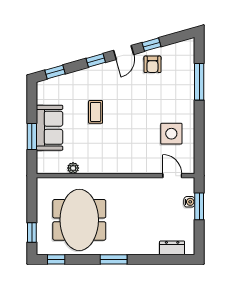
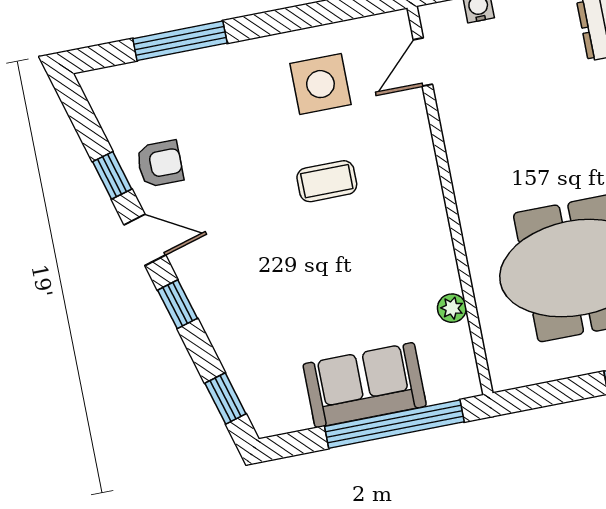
coffee table: (96, 112) -> (327, 181), moved
window: (32, 136) -> (394, 424), width x2.11

